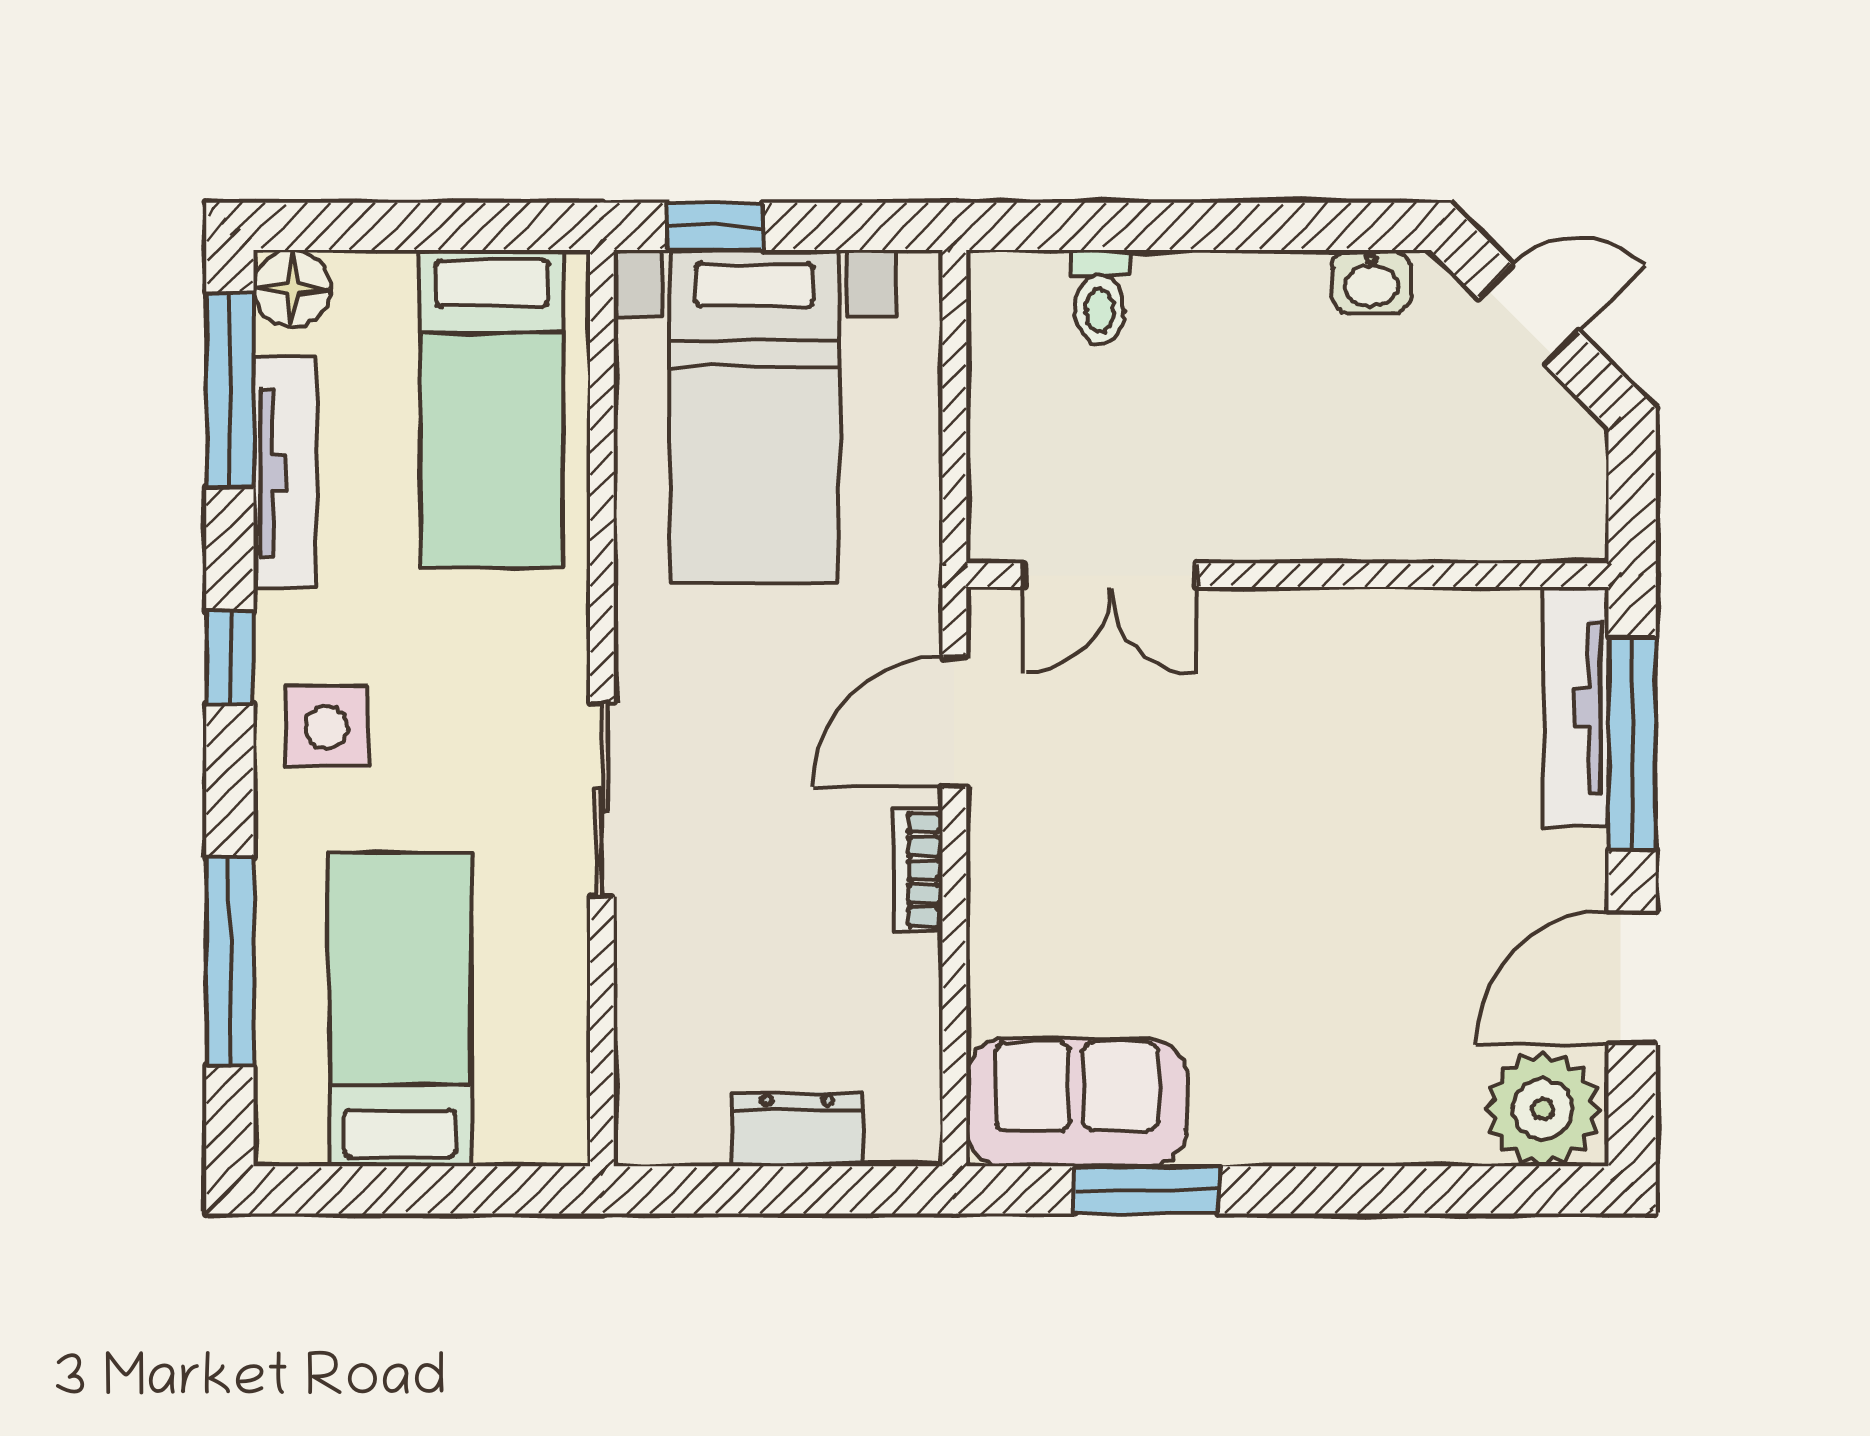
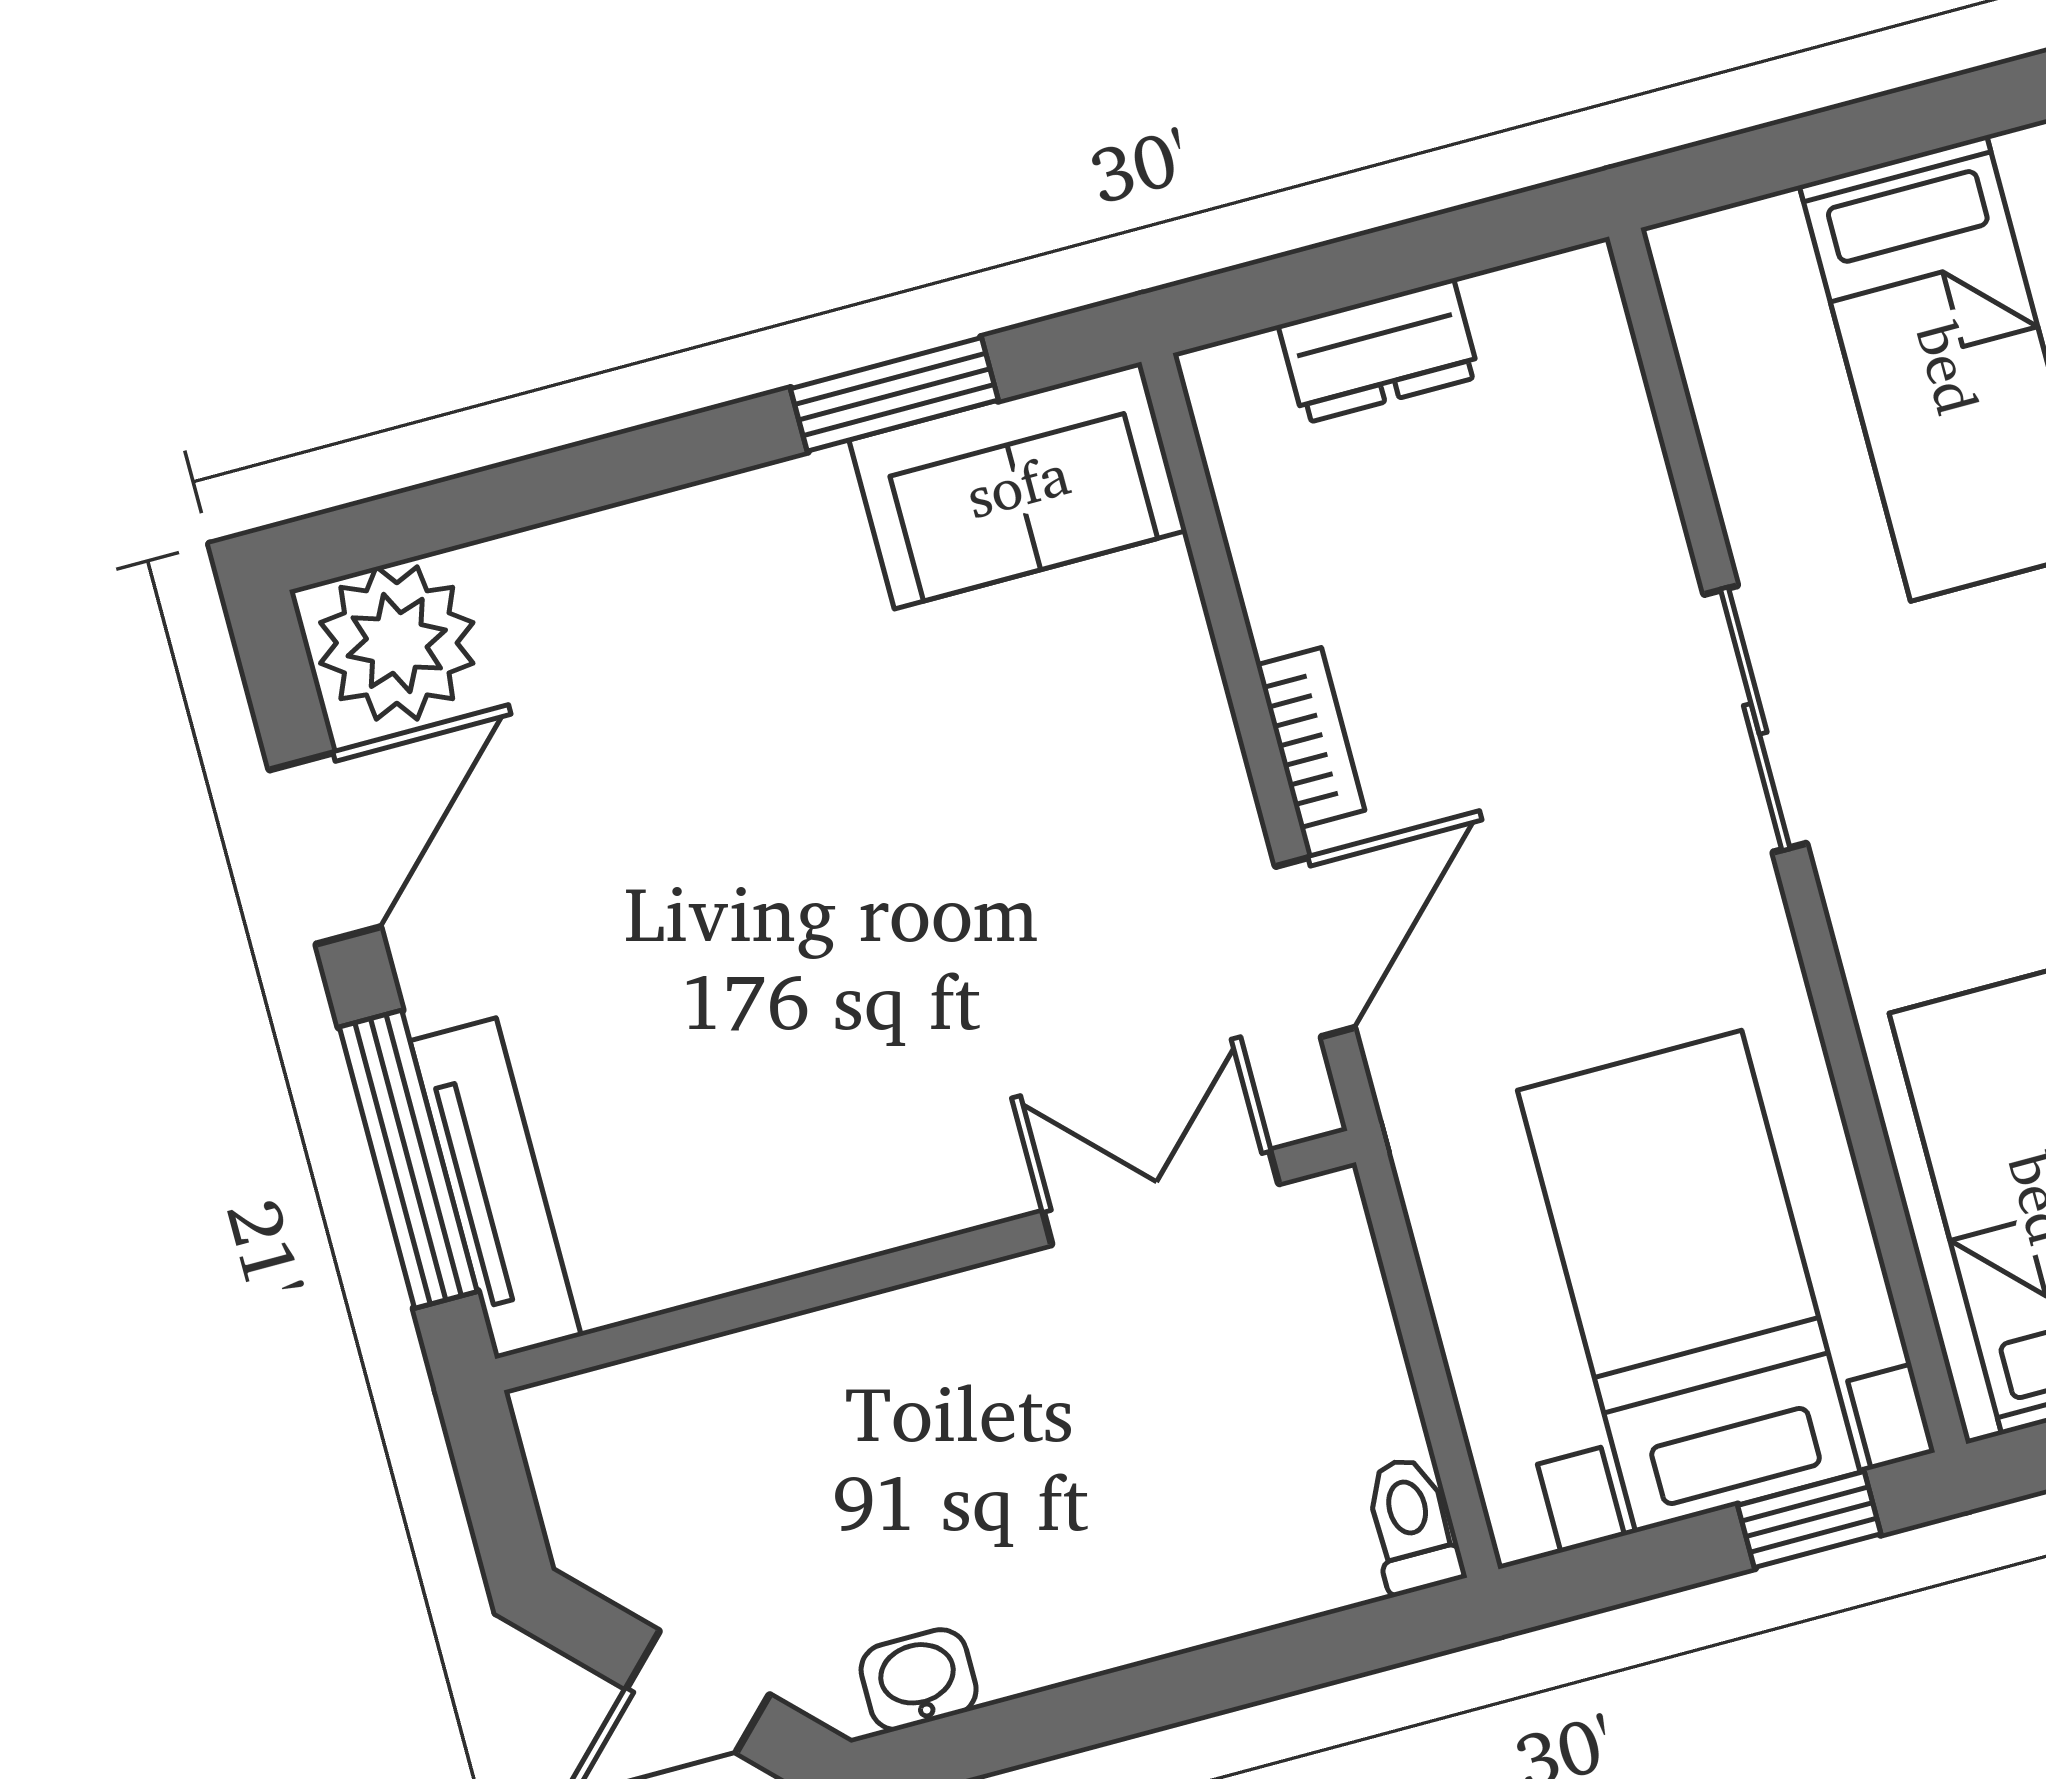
toilet: (1100, 297) -> (1412, 1525), moved

